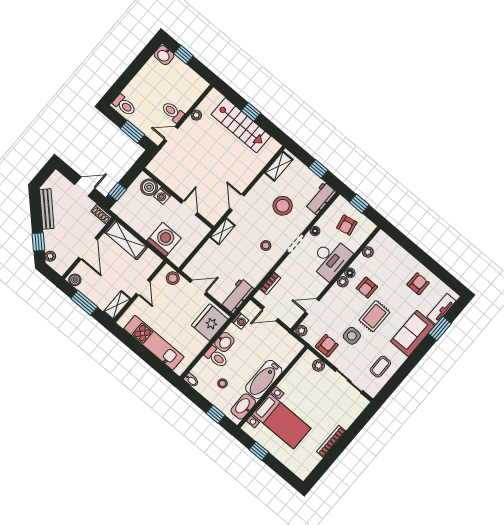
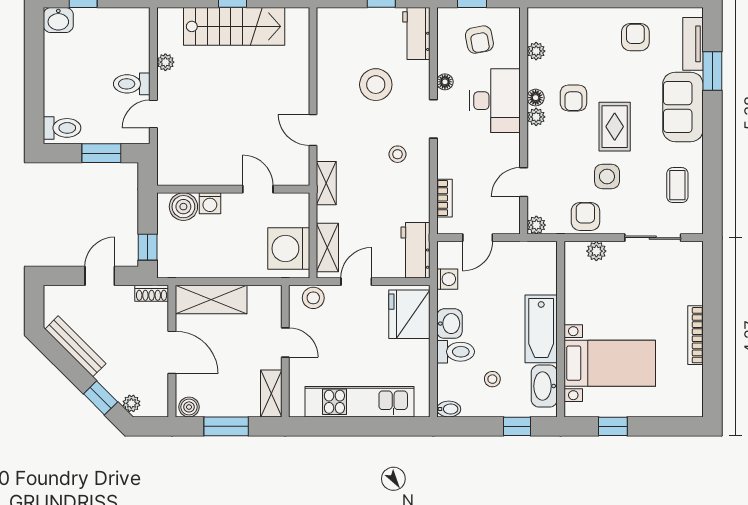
shelving: (279, 166) -> (327, 248), moved
washing machine: (164, 239) -> (289, 248), moved, turned -90

